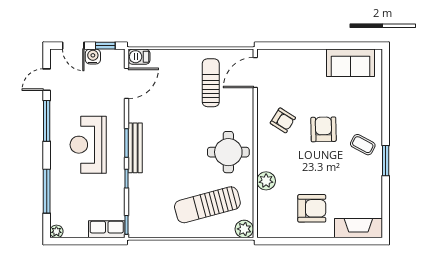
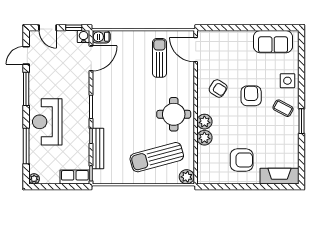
water cooler: (93, 57) -> (84, 37), moved
door: (255, 73) -> (196, 50), hinge flipped
side table: (368, 111) -> (287, 81), added
reception desk: (88, 145) -> (47, 122), moved
bench: (135, 148) -> (98, 148), moved
plant: (266, 161) -> (204, 122), added

